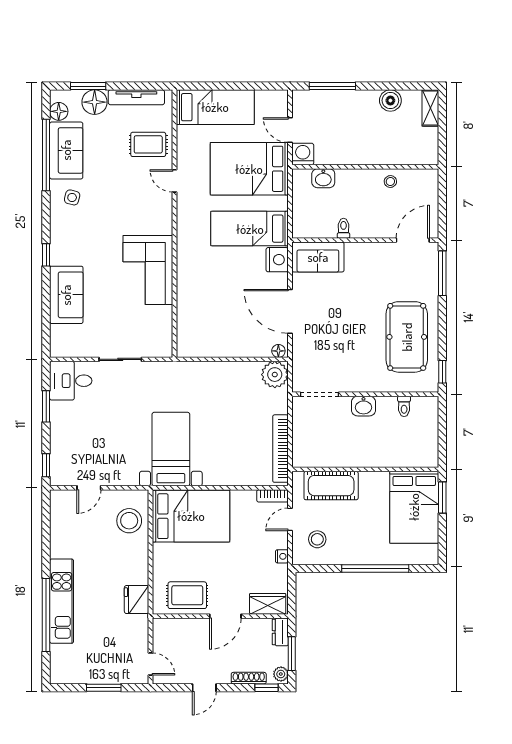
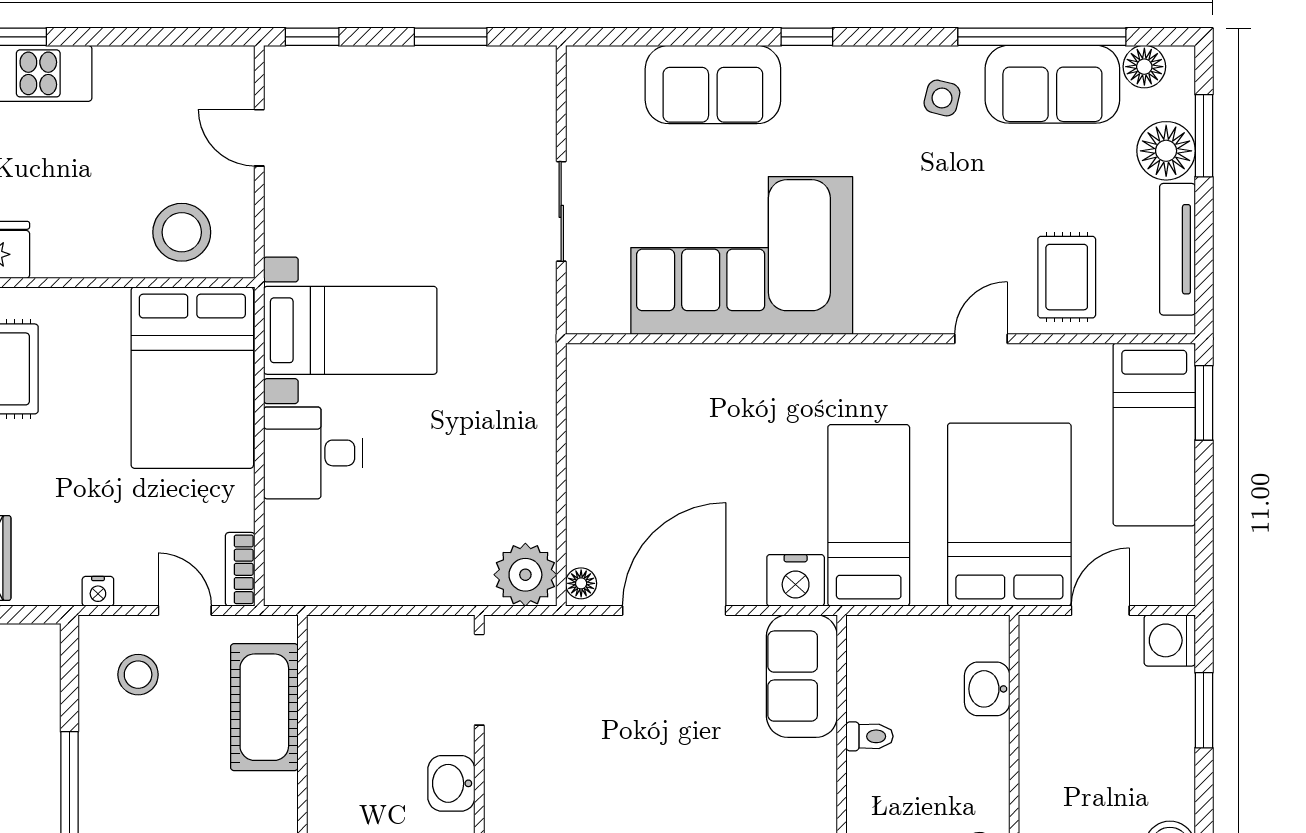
window: (202, 86) -> (1204, 403), added
window: (332, 86) -> (1204, 710), width x0.69
washing machine: (303, 154) -> (1170, 640), moved, turned 180
corner sofa: (148, 270) -> (742, 255), width x1.36, depth x1.36
desk: (71, 381) -> (313, 453), moved, turned -90
bookcase: (280, 449) -> (351, 588), removed

